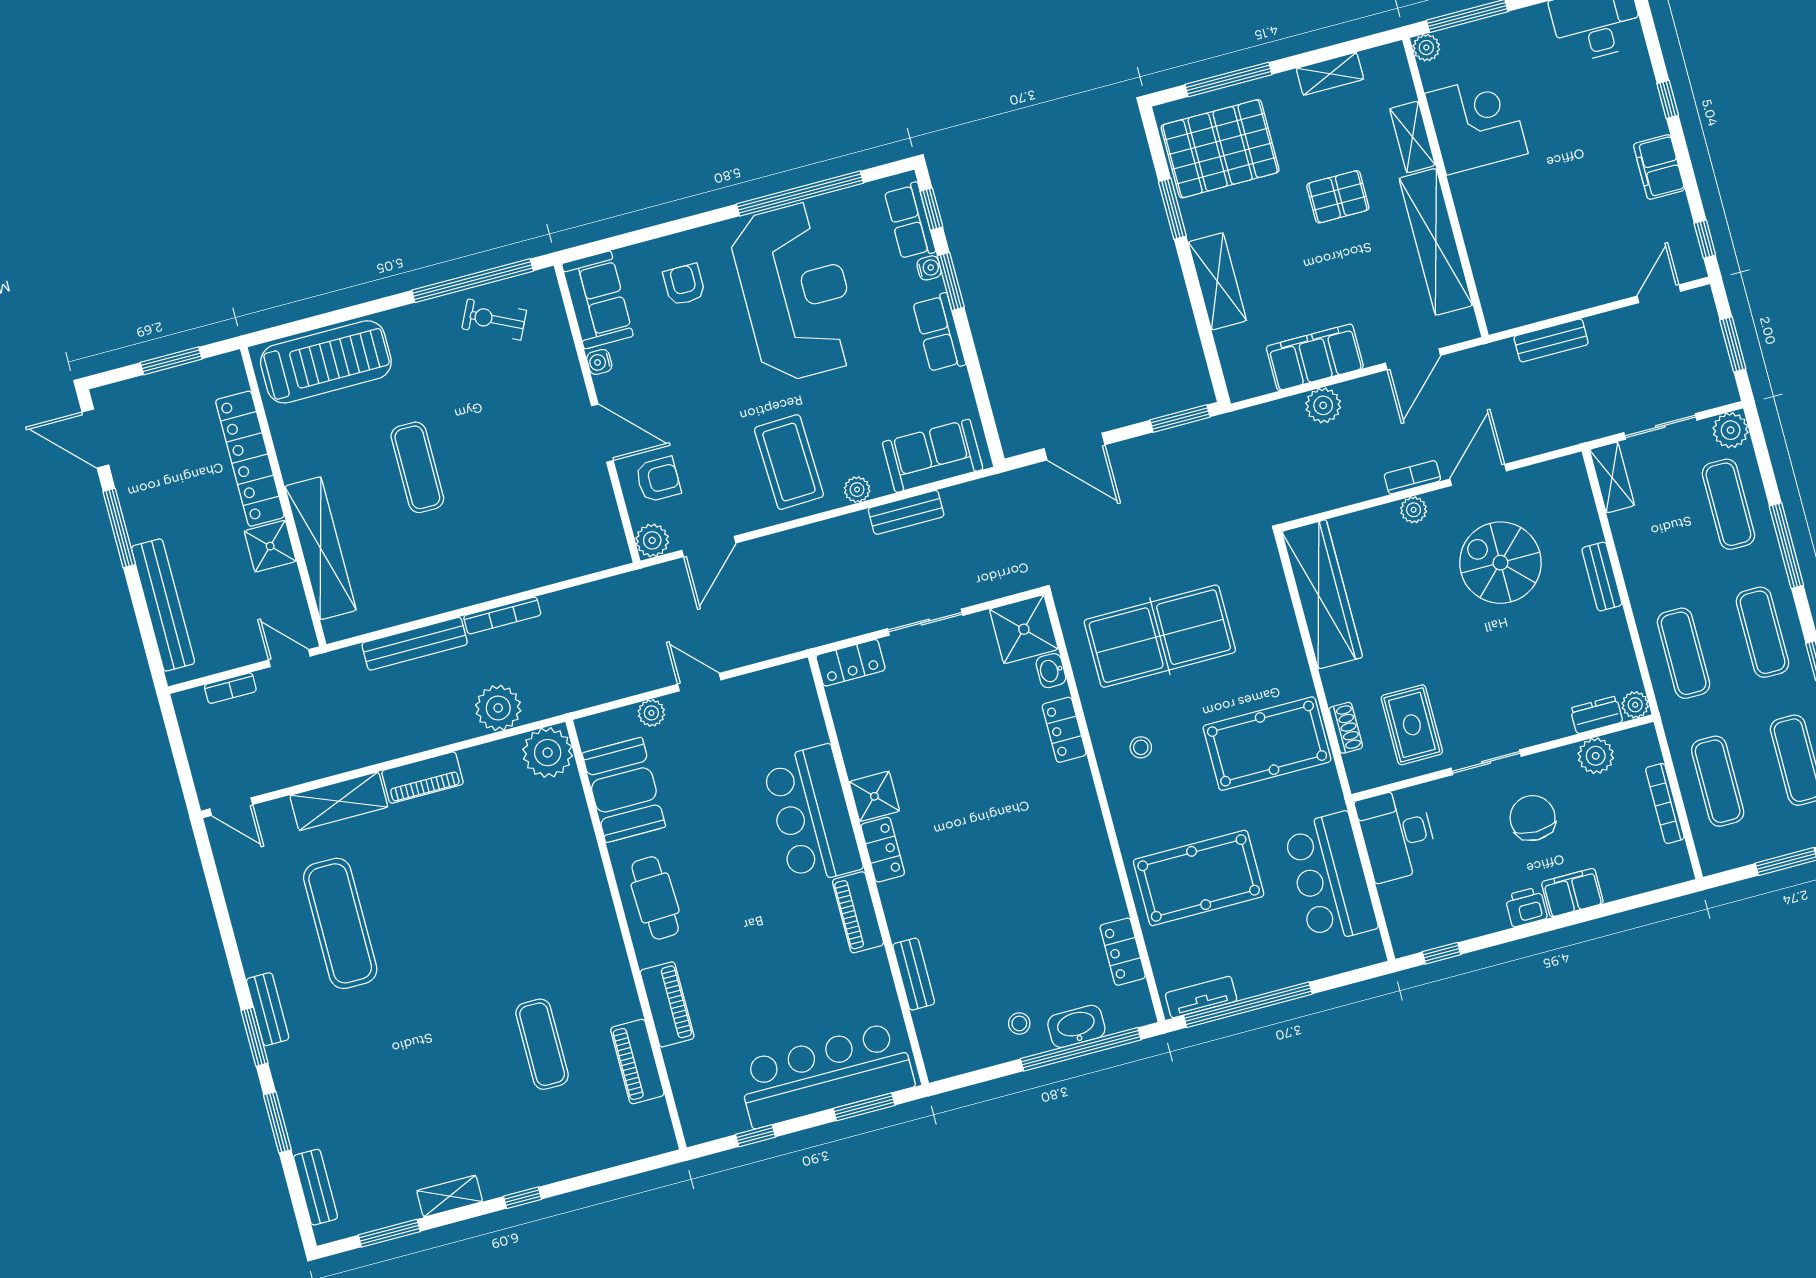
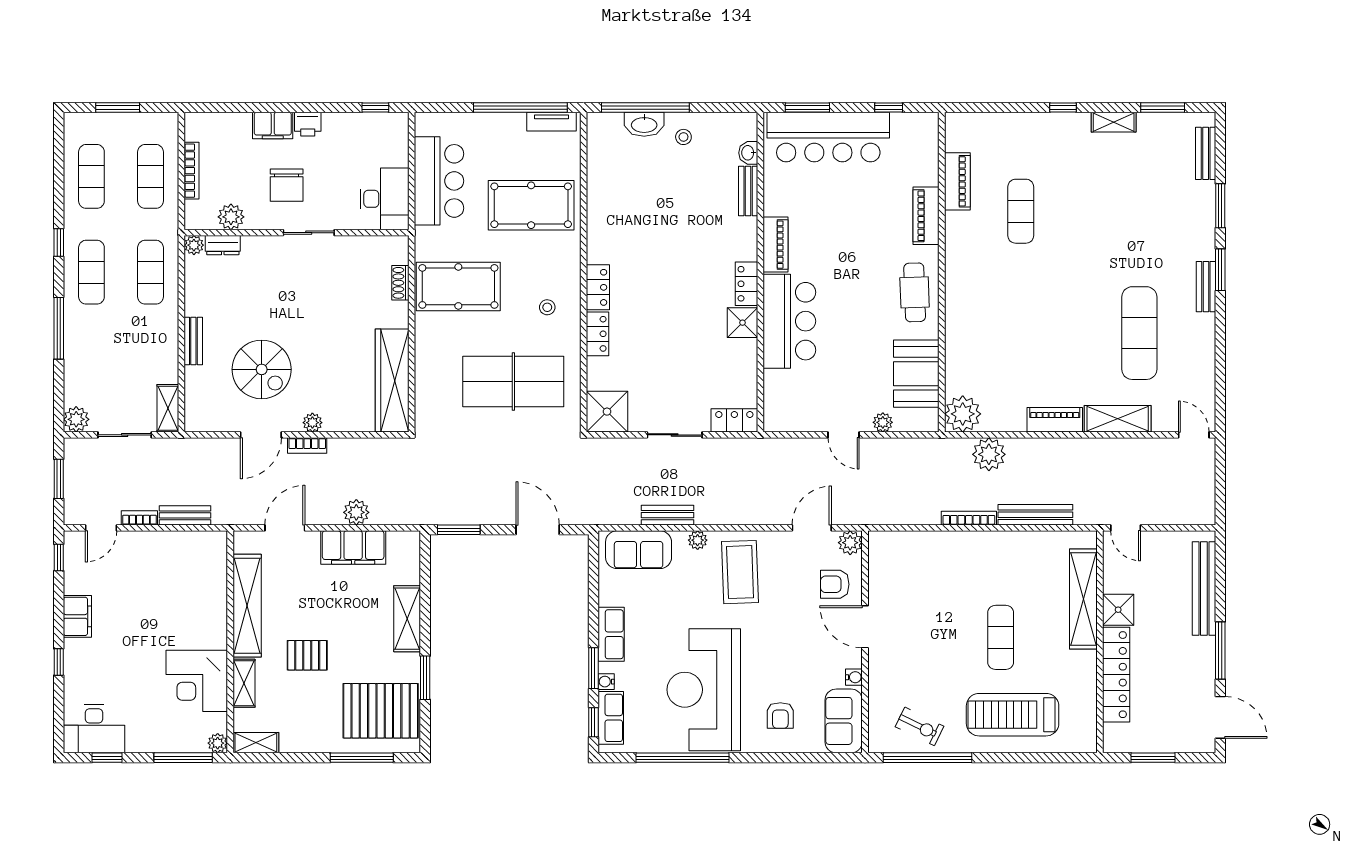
shelving: (1330, 74) -> (256, 743), moved
treadmill: (326, 362) -> (1013, 715), moved
exercise mat: (1728, 504) -> (91, 368), removed
washbasin: (1051, 671) -> (748, 153), moved, turned 180
bookcase: (230, 688) -> (139, 518), moved
rug: (1412, 725) -> (354, 273), removed
locker: (1123, 952) -> (598, 287), moved

